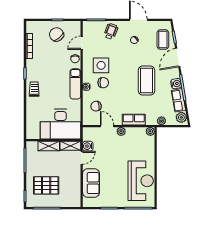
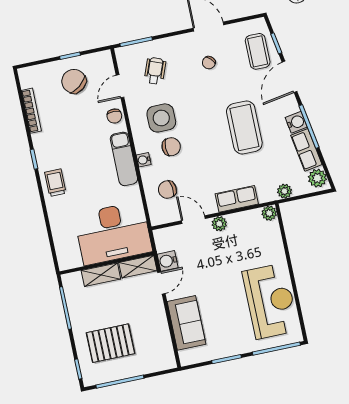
wheelchair: (111, 31) -> (155, 71), moved

